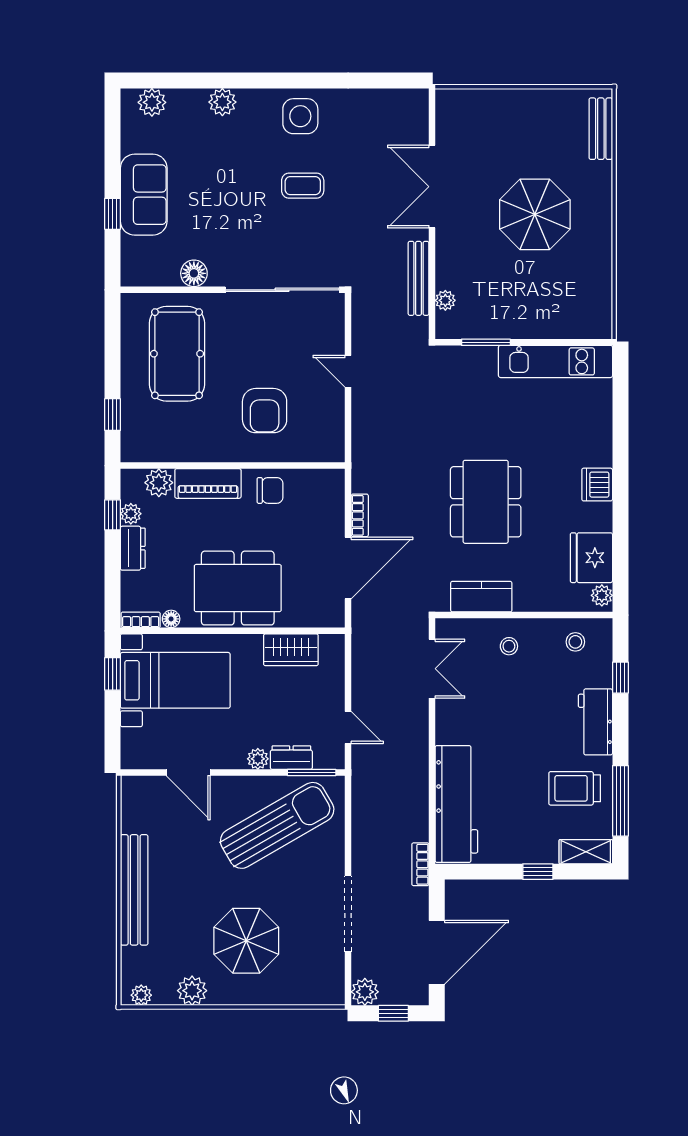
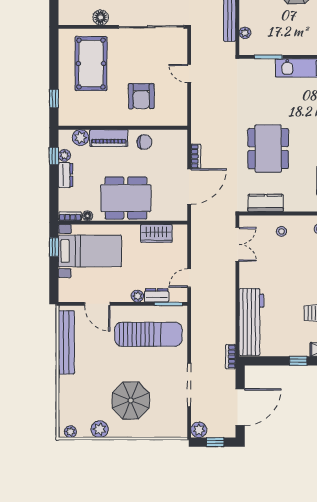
door: (348, 727) -> (189, 278), swing flipped
sun lounger: (277, 825) -> (148, 334), turned 30
bench: (134, 890) -> (66, 342), moved

